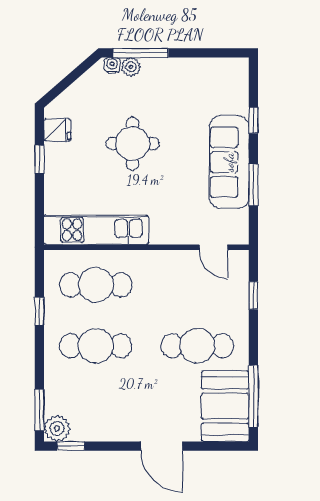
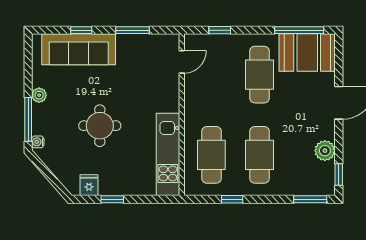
plant: (131, 67) -> (39, 95), moved
sofa: (229, 162) -> (79, 49), moved
plant: (57, 428) -> (325, 151), moved

